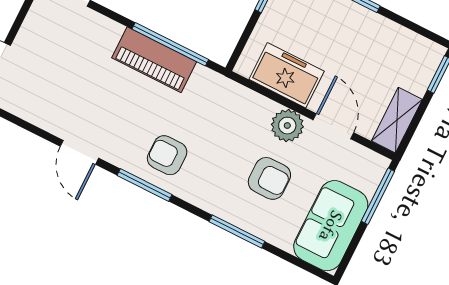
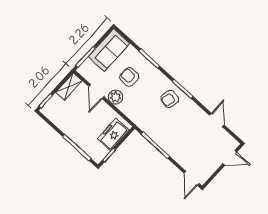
piano: (154, 60) -> (164, 140), removed
freezer: (287, 75) -> (113, 134), moved, turned 90
door: (79, 152) -> (217, 120), moved
armchair: (167, 155) -> (170, 99), turned 102

